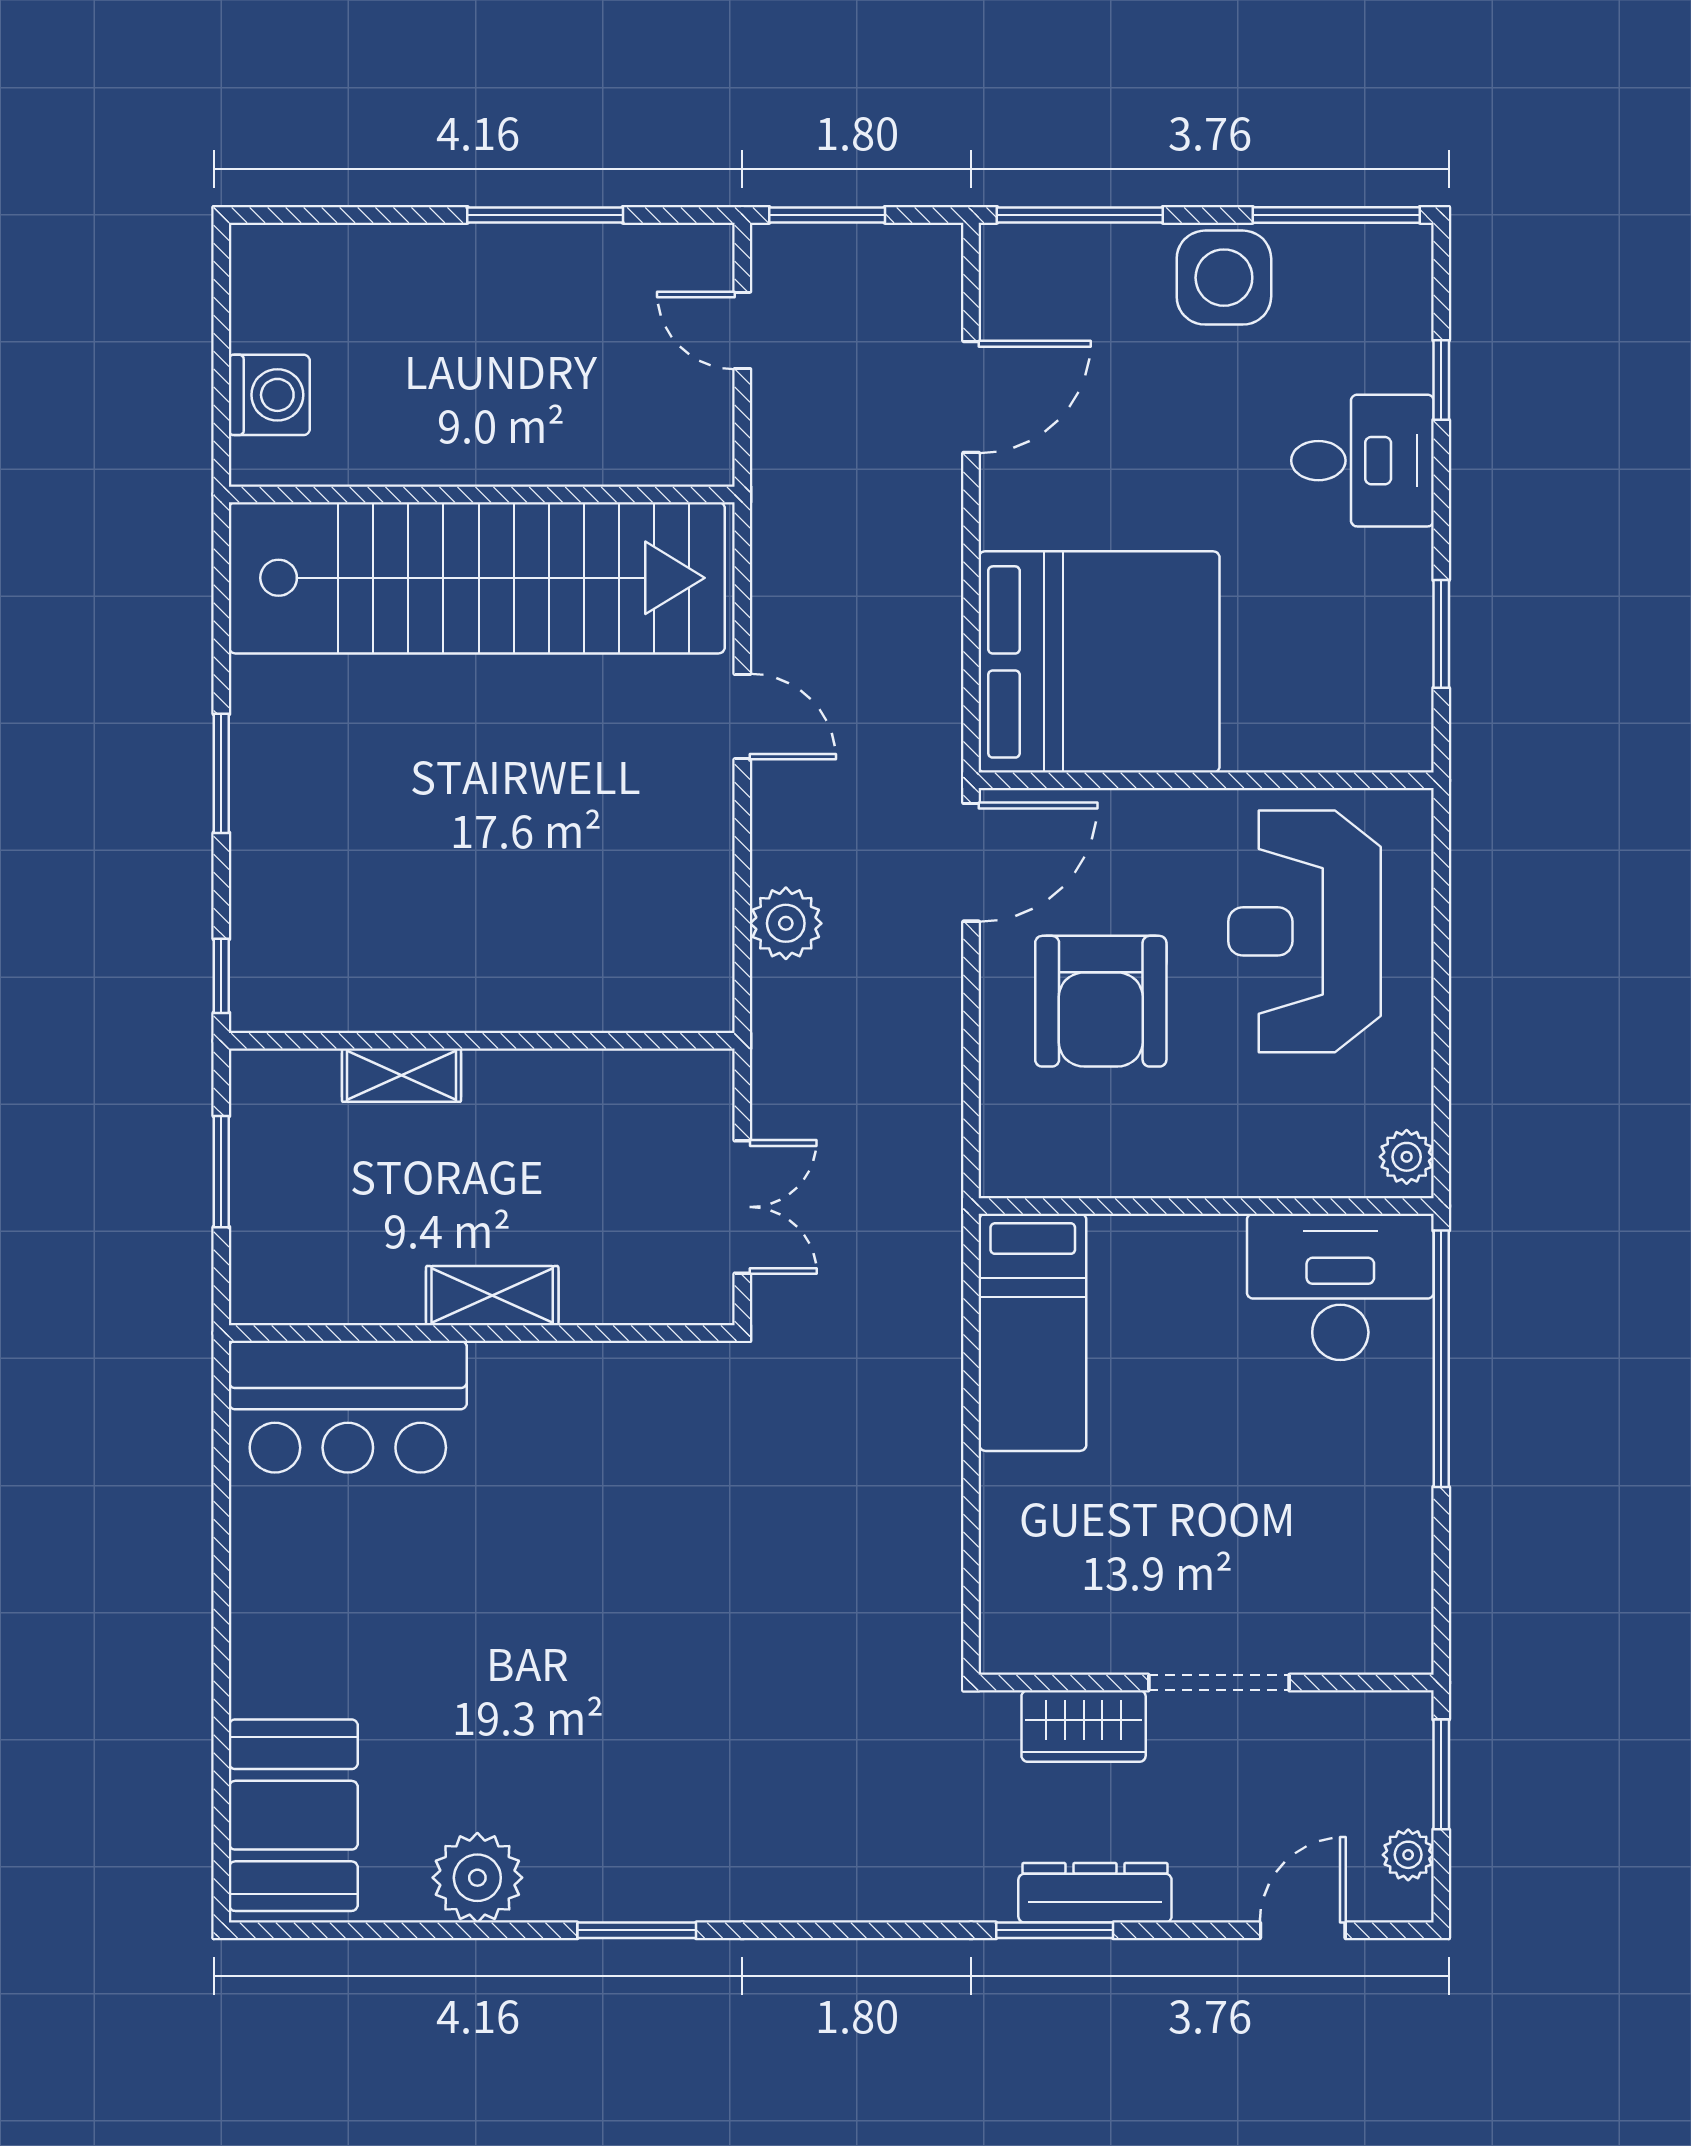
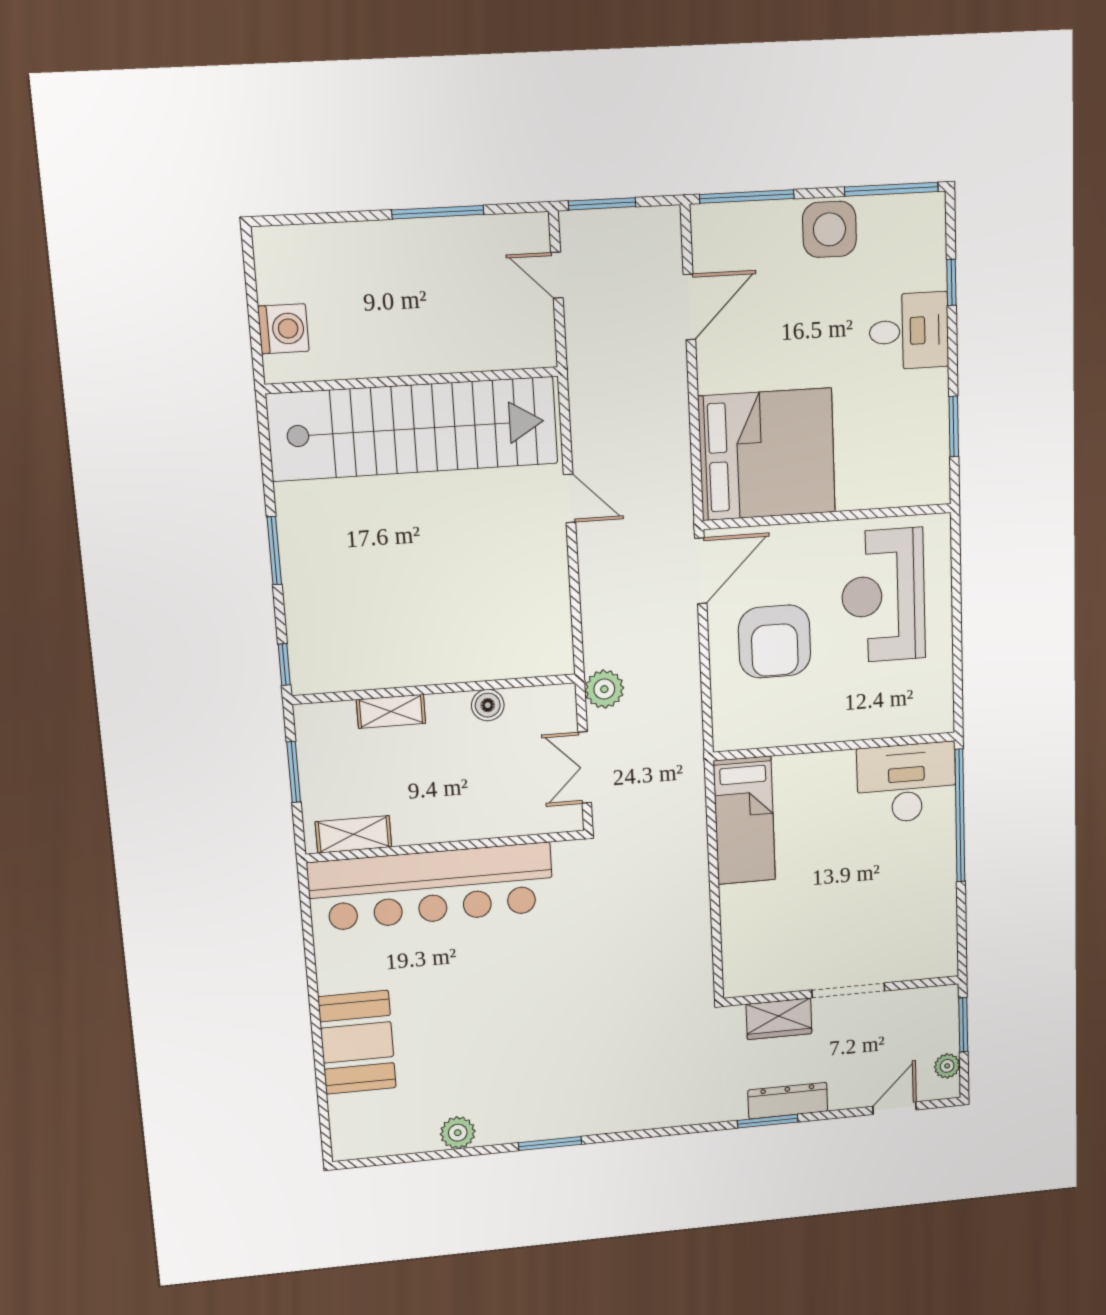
plant: (786, 923) -> (604, 689), moved
boiler: (574, 1077) -> (488, 705), added
plant: (1407, 1157) -> (940, 712), removed
double door: (742, 1207) -> (585, 767), swing flipped
shelving: (492, 1296) -> (353, 834), moved
bar counter: (348, 1407) -> (431, 887), width x1.86
booth: (293, 1815) -> (357, 1042), moved
plant: (477, 1878) -> (458, 1133), width x0.73, depth x0.73

